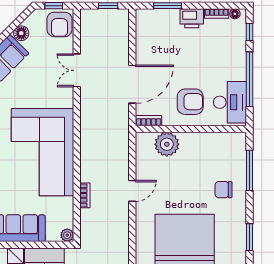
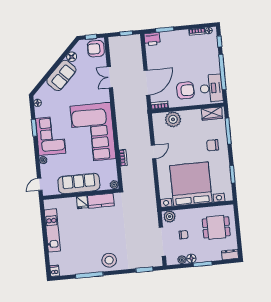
printer: (192, 18) -> (152, 39), moved
armchair: (59, 24) -> (96, 49), turned 90
wardrobe: (227, 141) -> (212, 114), added

